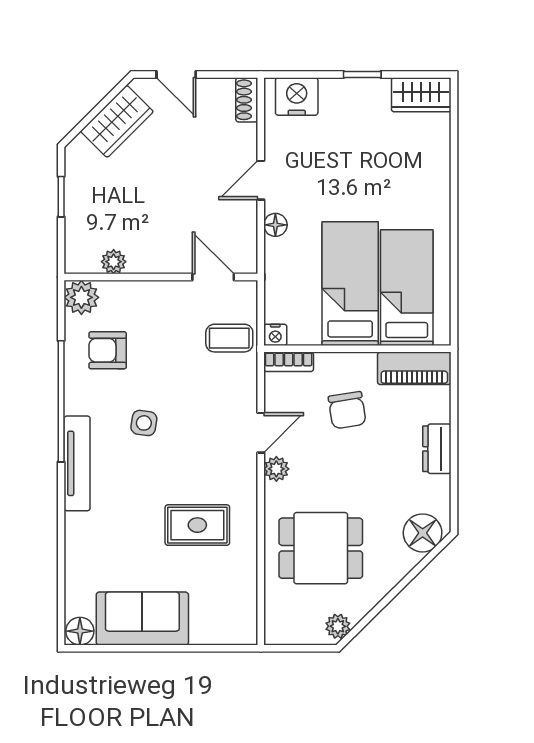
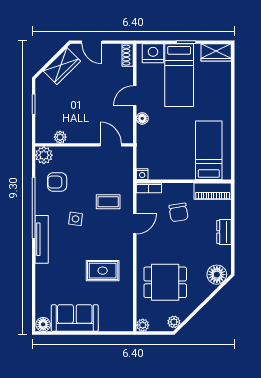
bed: (350, 284) -> (179, 75), moved, turned 180
coffee table: (229, 338) -> (108, 202), moved
plant: (276, 469) -> (143, 325), moved

